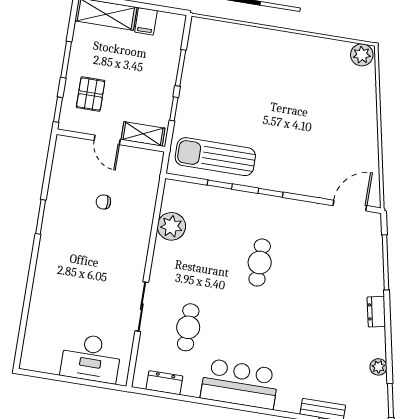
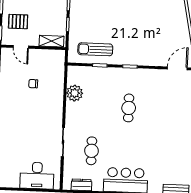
pallet: (91, 94) -> (18, 22), turned 90
door: (107, 140) -> (21, 47), moved
sun lounger: (215, 157) -> (95, 49), width x0.73, depth x0.75

